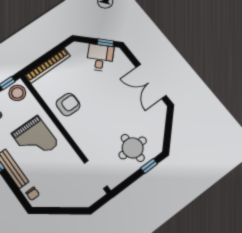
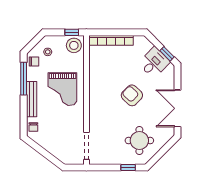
armchair: (68, 105) -> (132, 95), moved, turned -136
round table: (133, 148) -> (139, 141), moved

